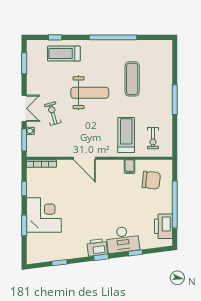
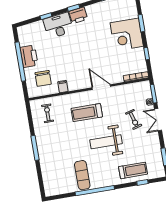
exercise mat: (132, 79) -> (82, 175), moved
treadmill: (126, 135) -> (87, 113), moved, turned 90
chair: (151, 180) -> (43, 78), turned -96
printer: (163, 226) -> (29, 56), moved

